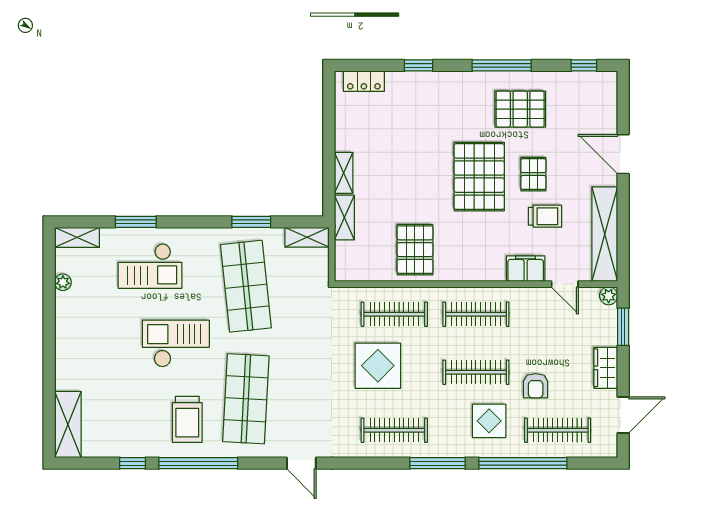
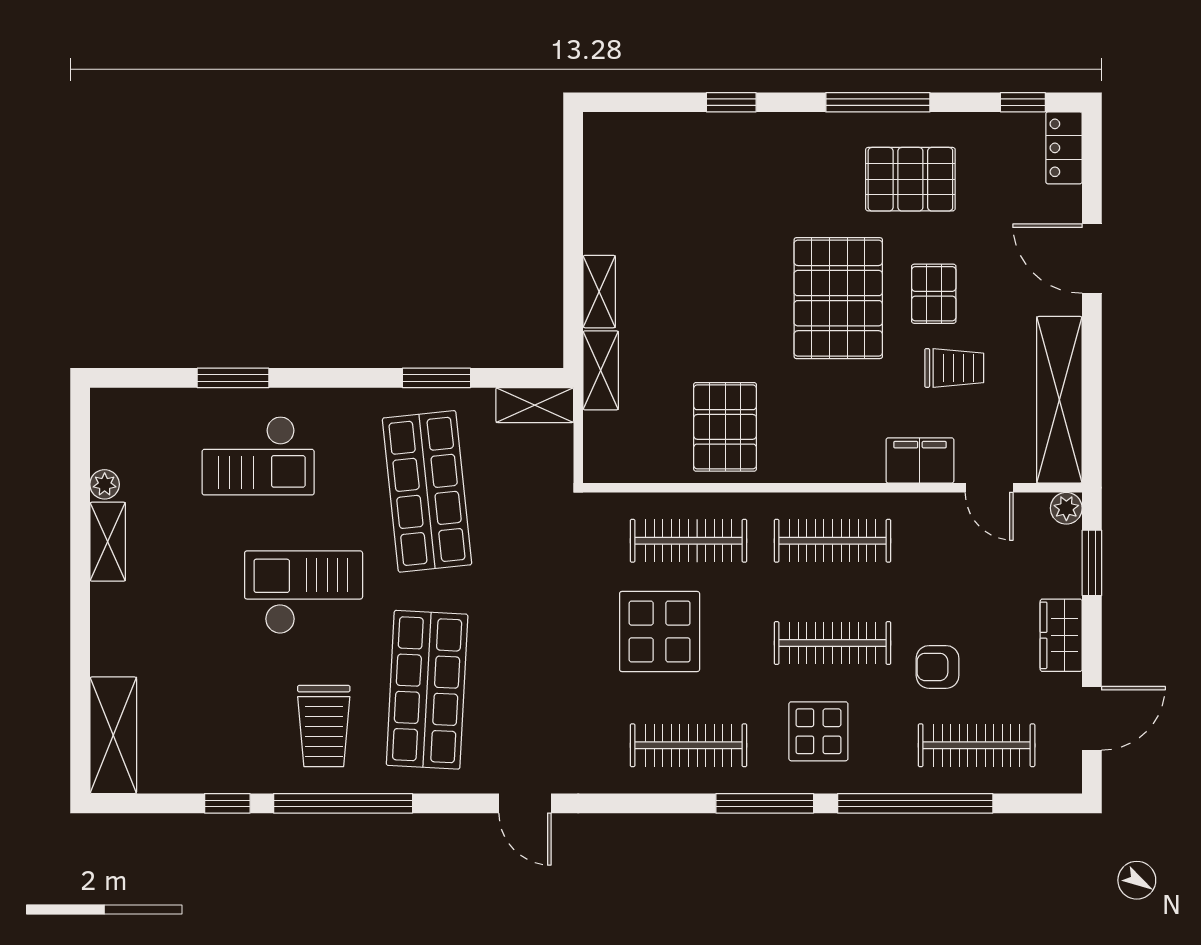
locker: (364, 81) -> (1064, 148), moved, turned 90
shelving: (77, 237) -> (108, 542), moved, turned 90
armchair: (536, 386) -> (938, 667), turned 90
display table: (489, 421) -> (818, 731), moved

